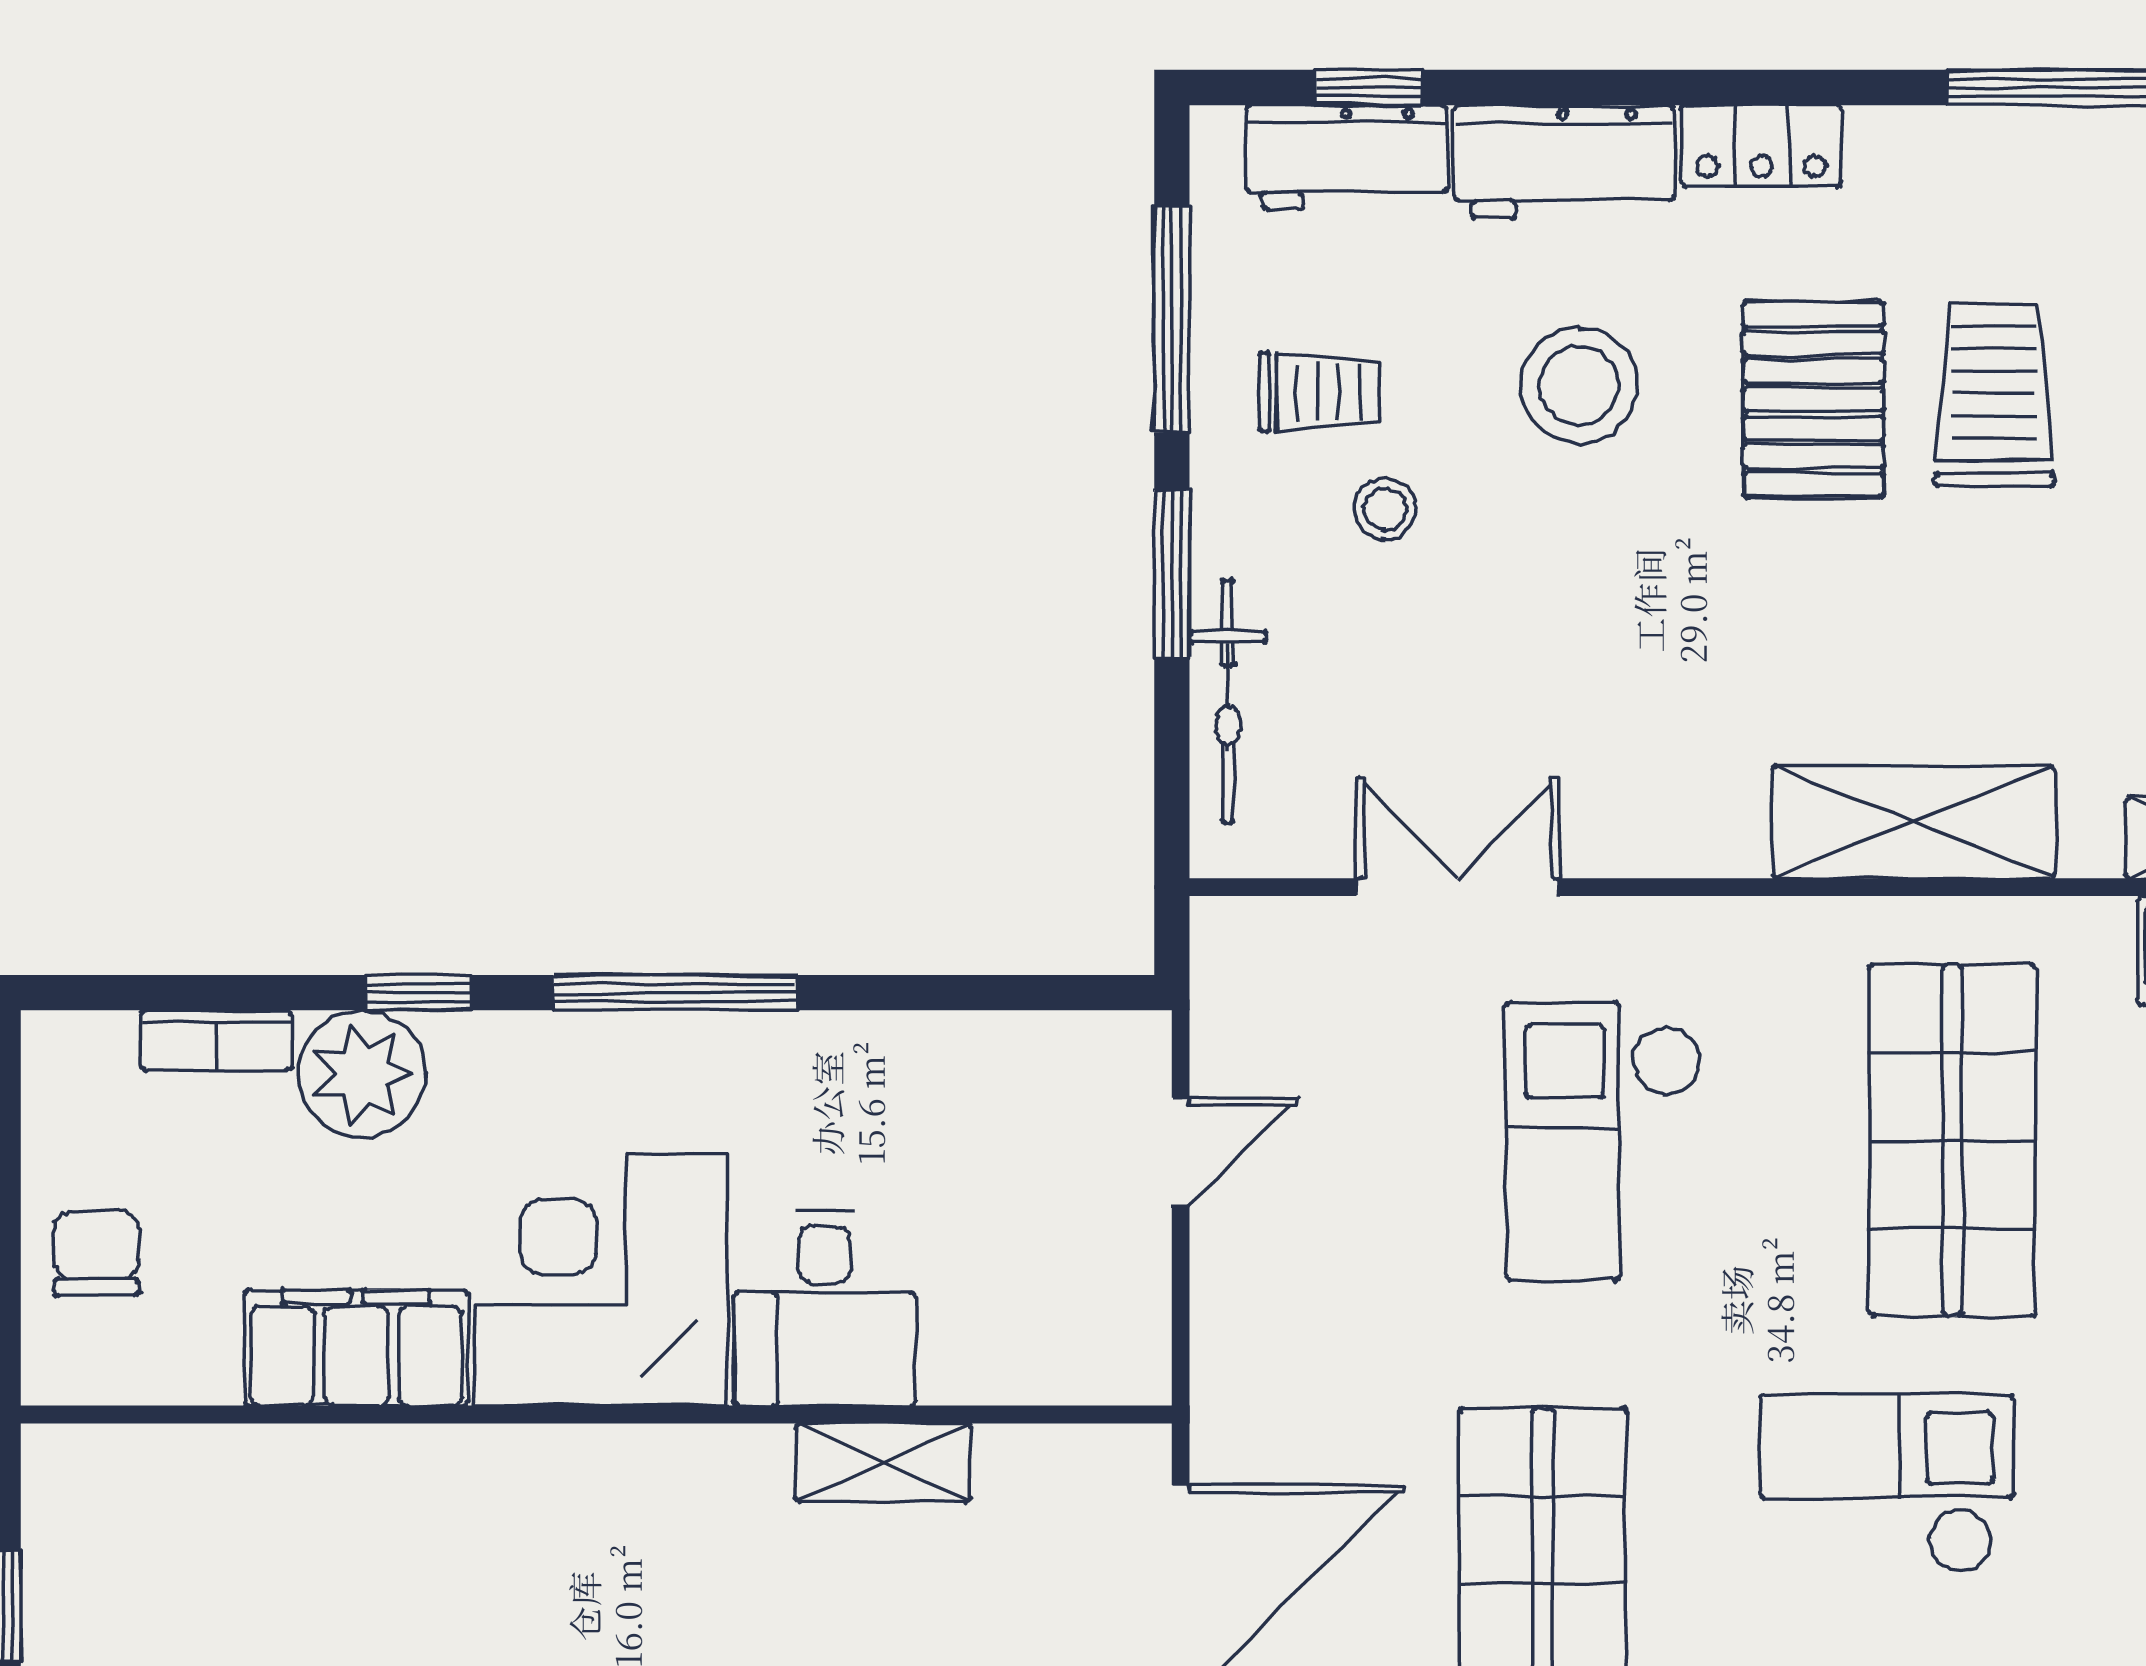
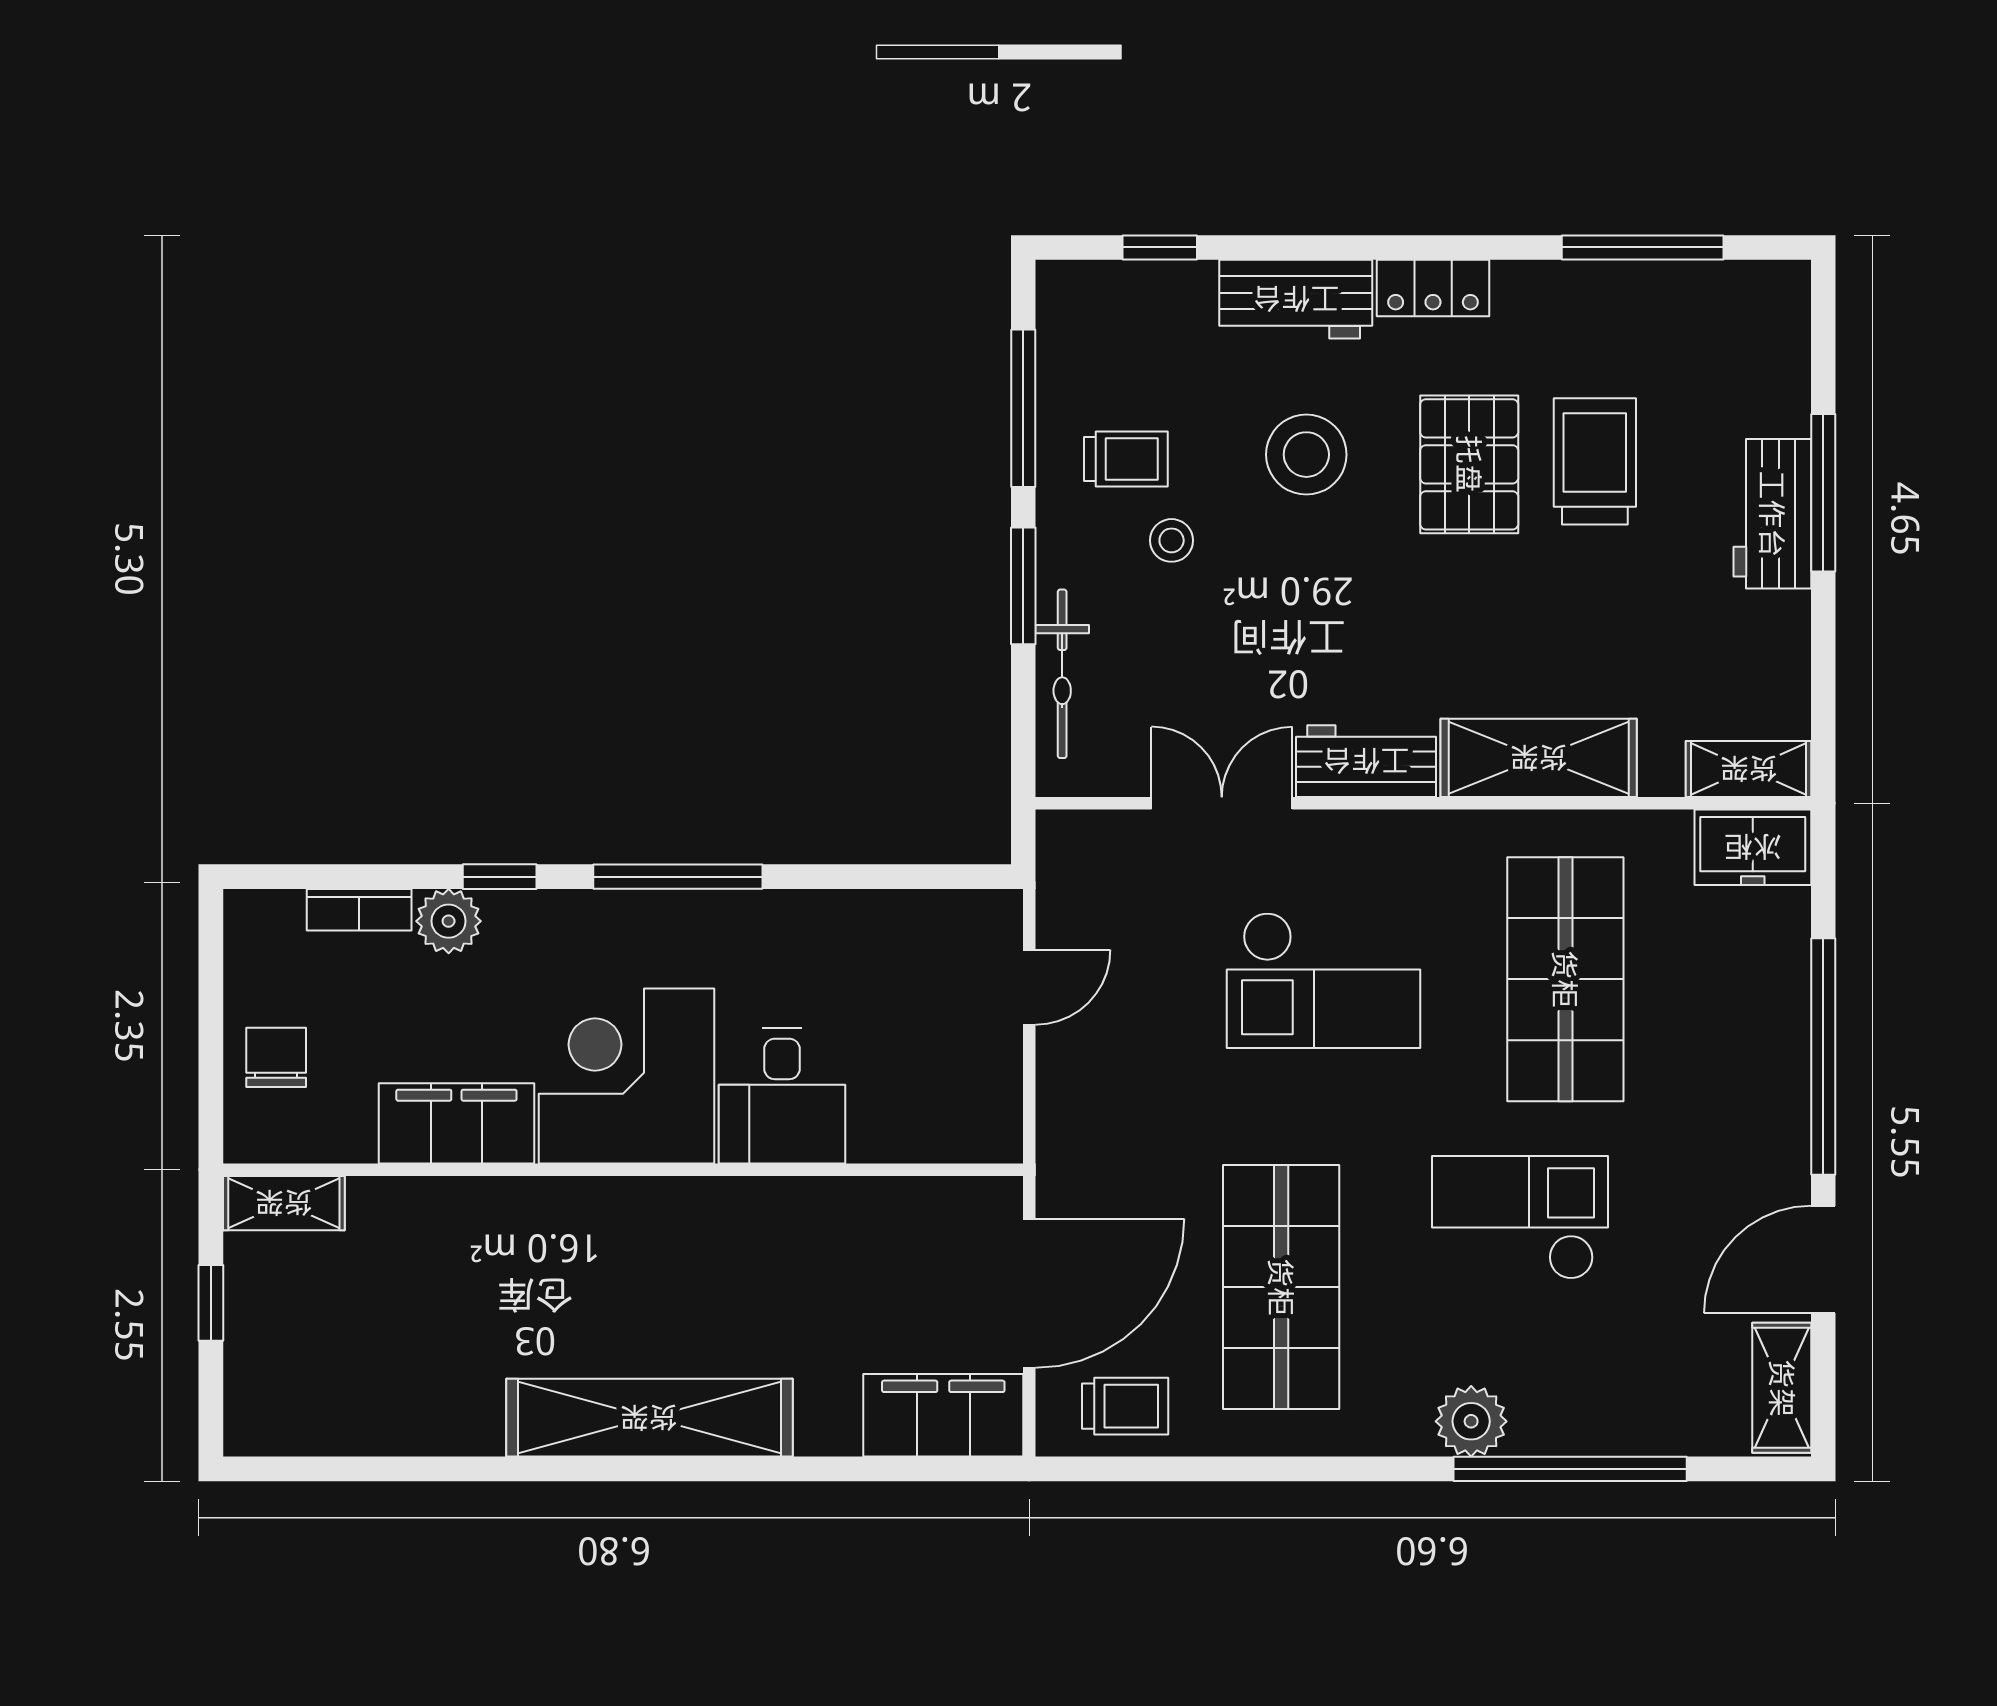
workbench: (1347, 157) -> (1366, 761), moved, turned 180
plant: (362, 1074) -> (449, 921), width x0.73, depth x0.73
checkout: (1604, 1142) -> (1323, 980), turned -90
shelving: (883, 1463) -> (284, 1203), moved

